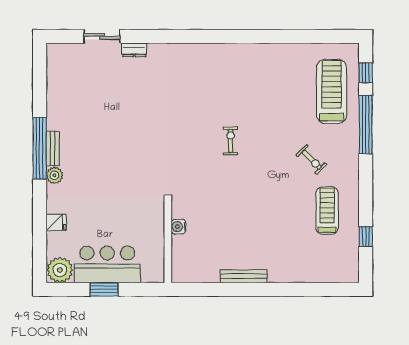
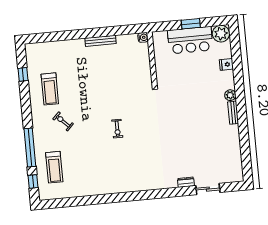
treadmill: (332, 91) -> (54, 167), width x0.73, depth x0.73
window: (40, 148) -> (242, 112), removed
water cooler: (179, 227) -> (143, 37), moved

